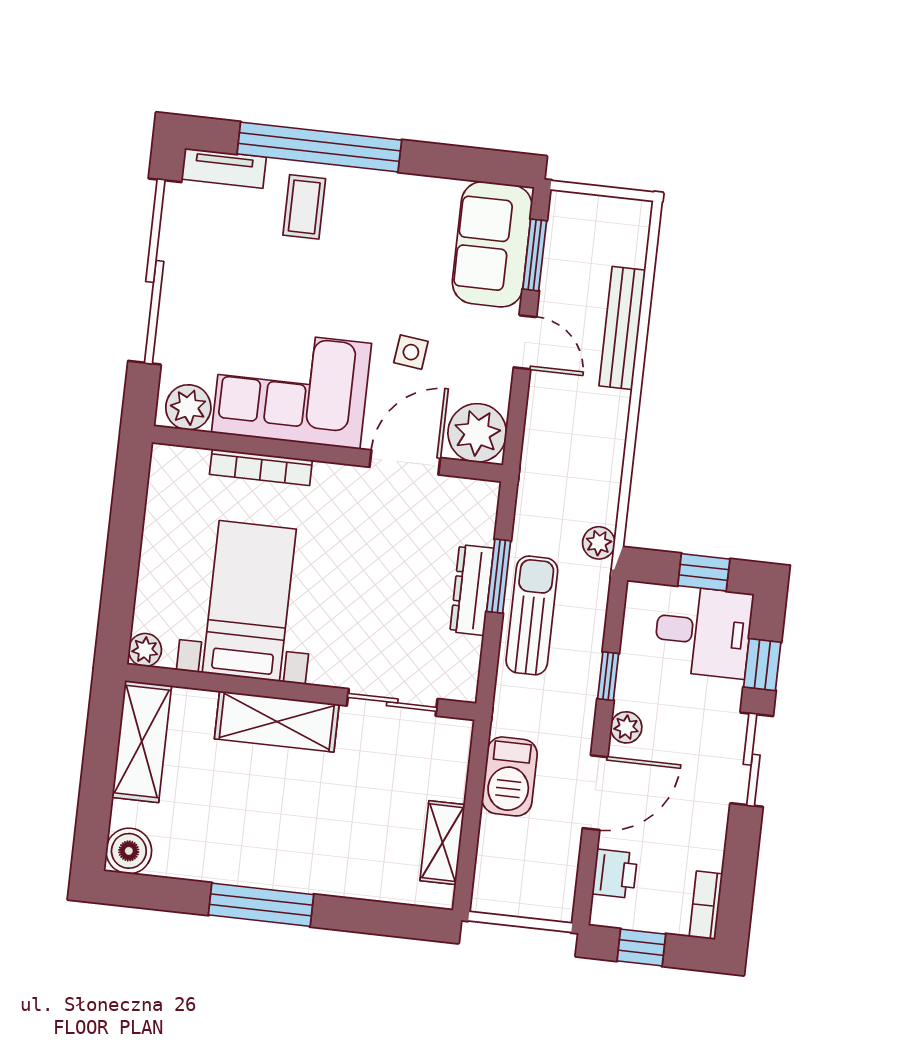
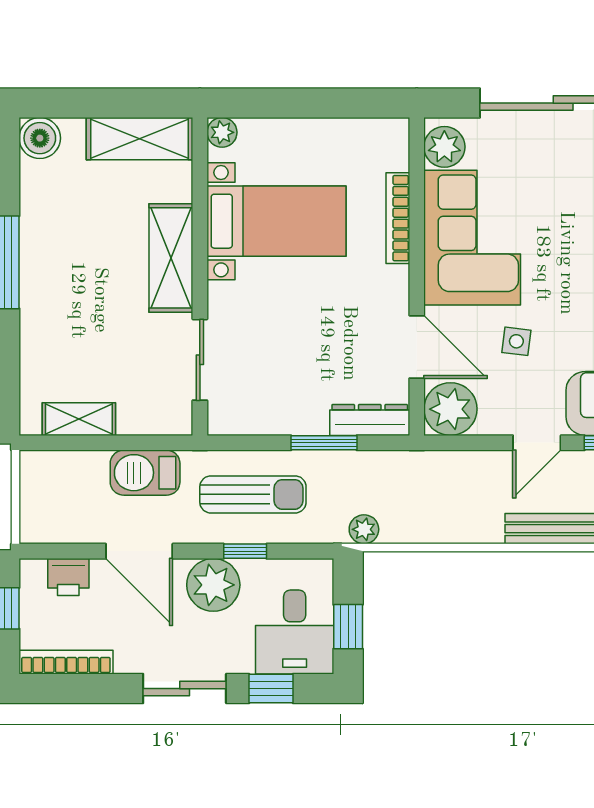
dresser: (472, 590) -> (370, 420), moved
sun lounger: (532, 615) -> (253, 494), moved
plant: (626, 727) -> (213, 585), width x1.88, depth x1.88
bookcase: (706, 905) -> (66, 662), width x1.56

